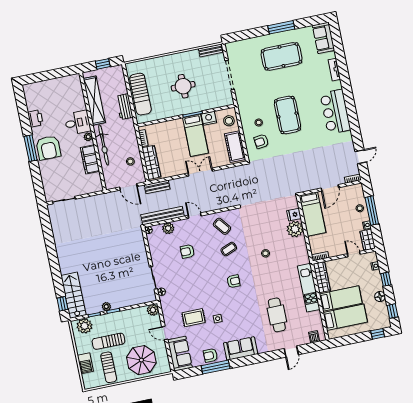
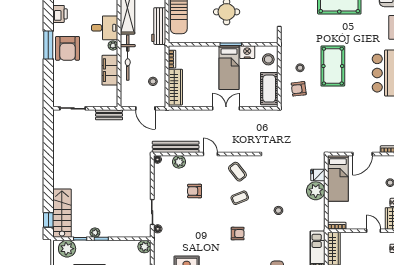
workbench: (124, 107) -> (159, 26), width x1.37
bench: (157, 187) -> (109, 115), moved

